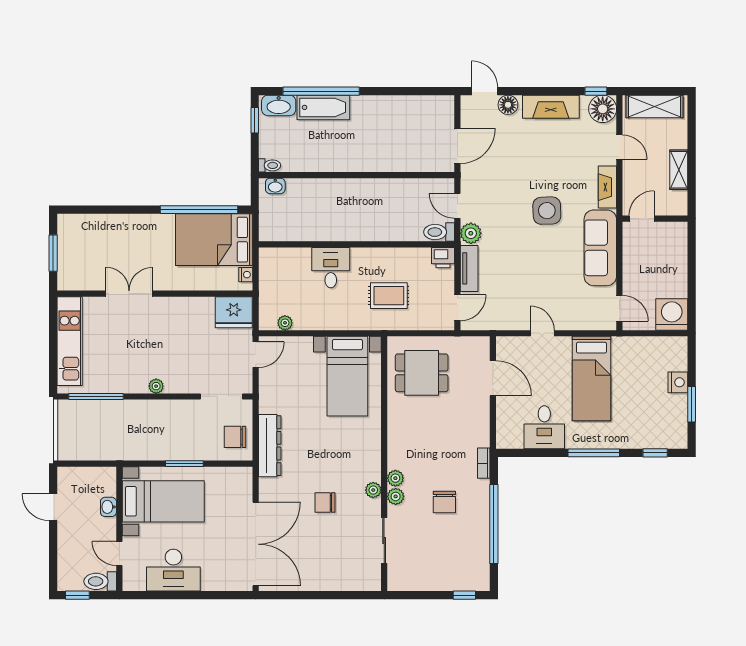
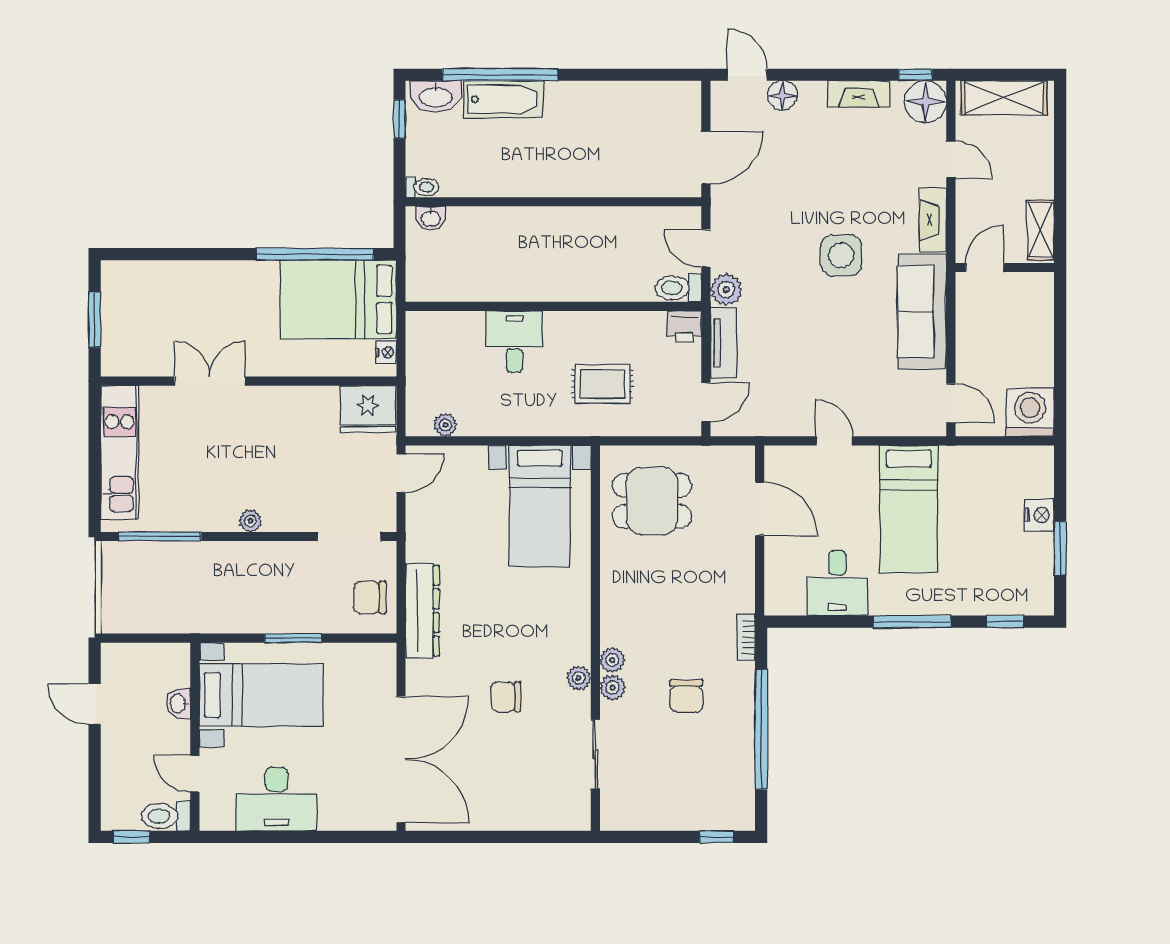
fireplace: (551, 107) -> (859, 94), width x0.73, depth x0.76
shelving: (679, 170) -> (1041, 230), moved

